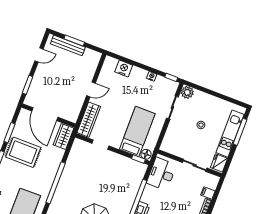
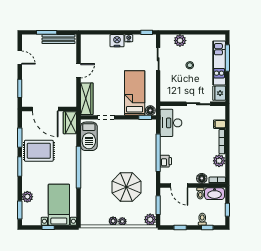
bench: (68, 45) -> (58, 39), moved
door: (39, 55) -> (20, 58), hinge flipped
nightstand: (124, 68) -> (117, 41), moved
plant: (187, 92) -> (180, 41), moved
barbecue: (77, 157) -> (89, 136), added

